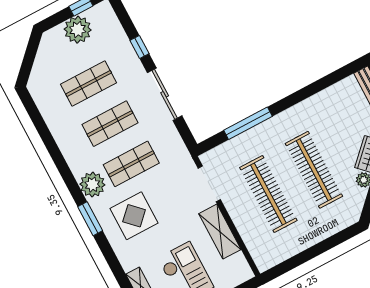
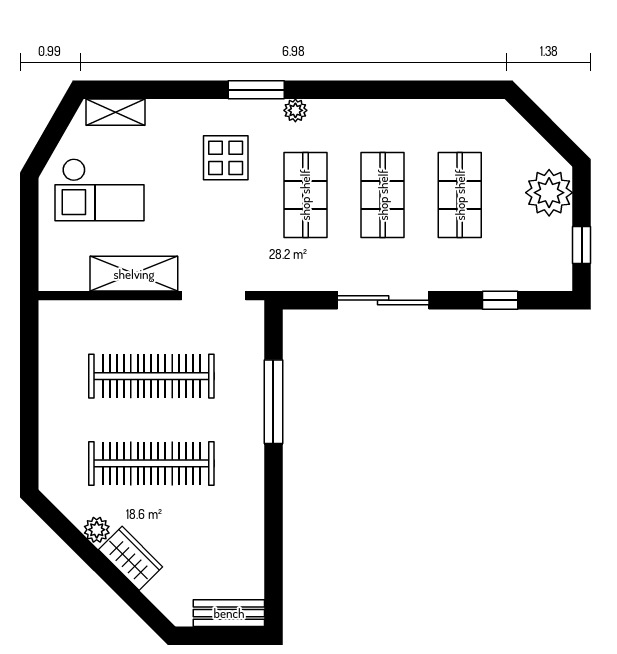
plant: (78, 30) -> (549, 193), moved
window: (139, 47) -> (500, 300), moved
plant: (92, 185) -> (295, 110), width x0.53, depth x0.53
display table: (134, 216) -> (226, 158), width x0.73, depth x0.73

